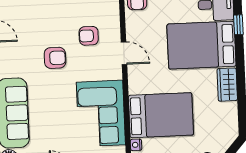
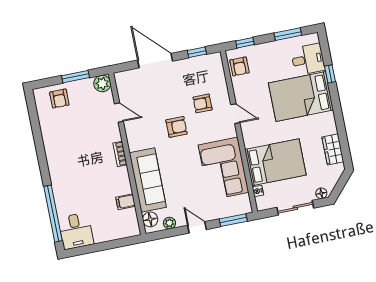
wardrobe: (227, 85) -> (333, 149), moved

